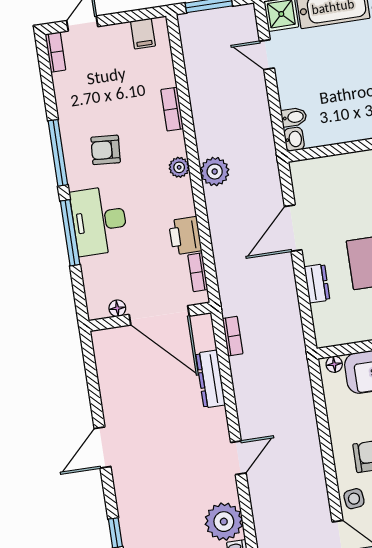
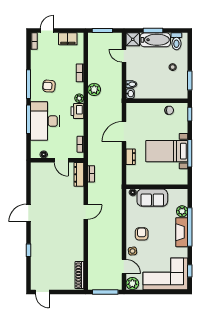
filing cabinet: (143, 34) -> (68, 39), width x2.00
plant: (215, 172) -> (94, 89), moved
desk: (99, 221) -> (45, 121), width x1.36, depth x1.30
printer: (185, 236) -> (77, 111), moved
door: (159, 315) -> (61, 160), width x0.53
dresser: (210, 379) -> (79, 174), moved
door: (238, 458) -> (86, 212), moved
plant: (224, 522) -> (75, 252), removed

